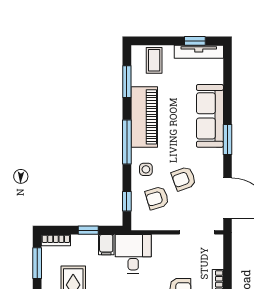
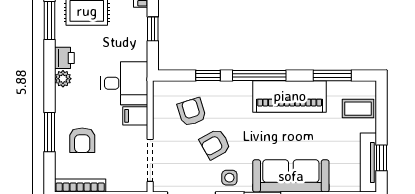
side table: (146, 169) -> (229, 178), moved
armchair: (184, 179) -> (215, 144), turned -99
window: (127, 201) -> (208, 75), moved
filing cabinet: (106, 245) -> (135, 116), moved

